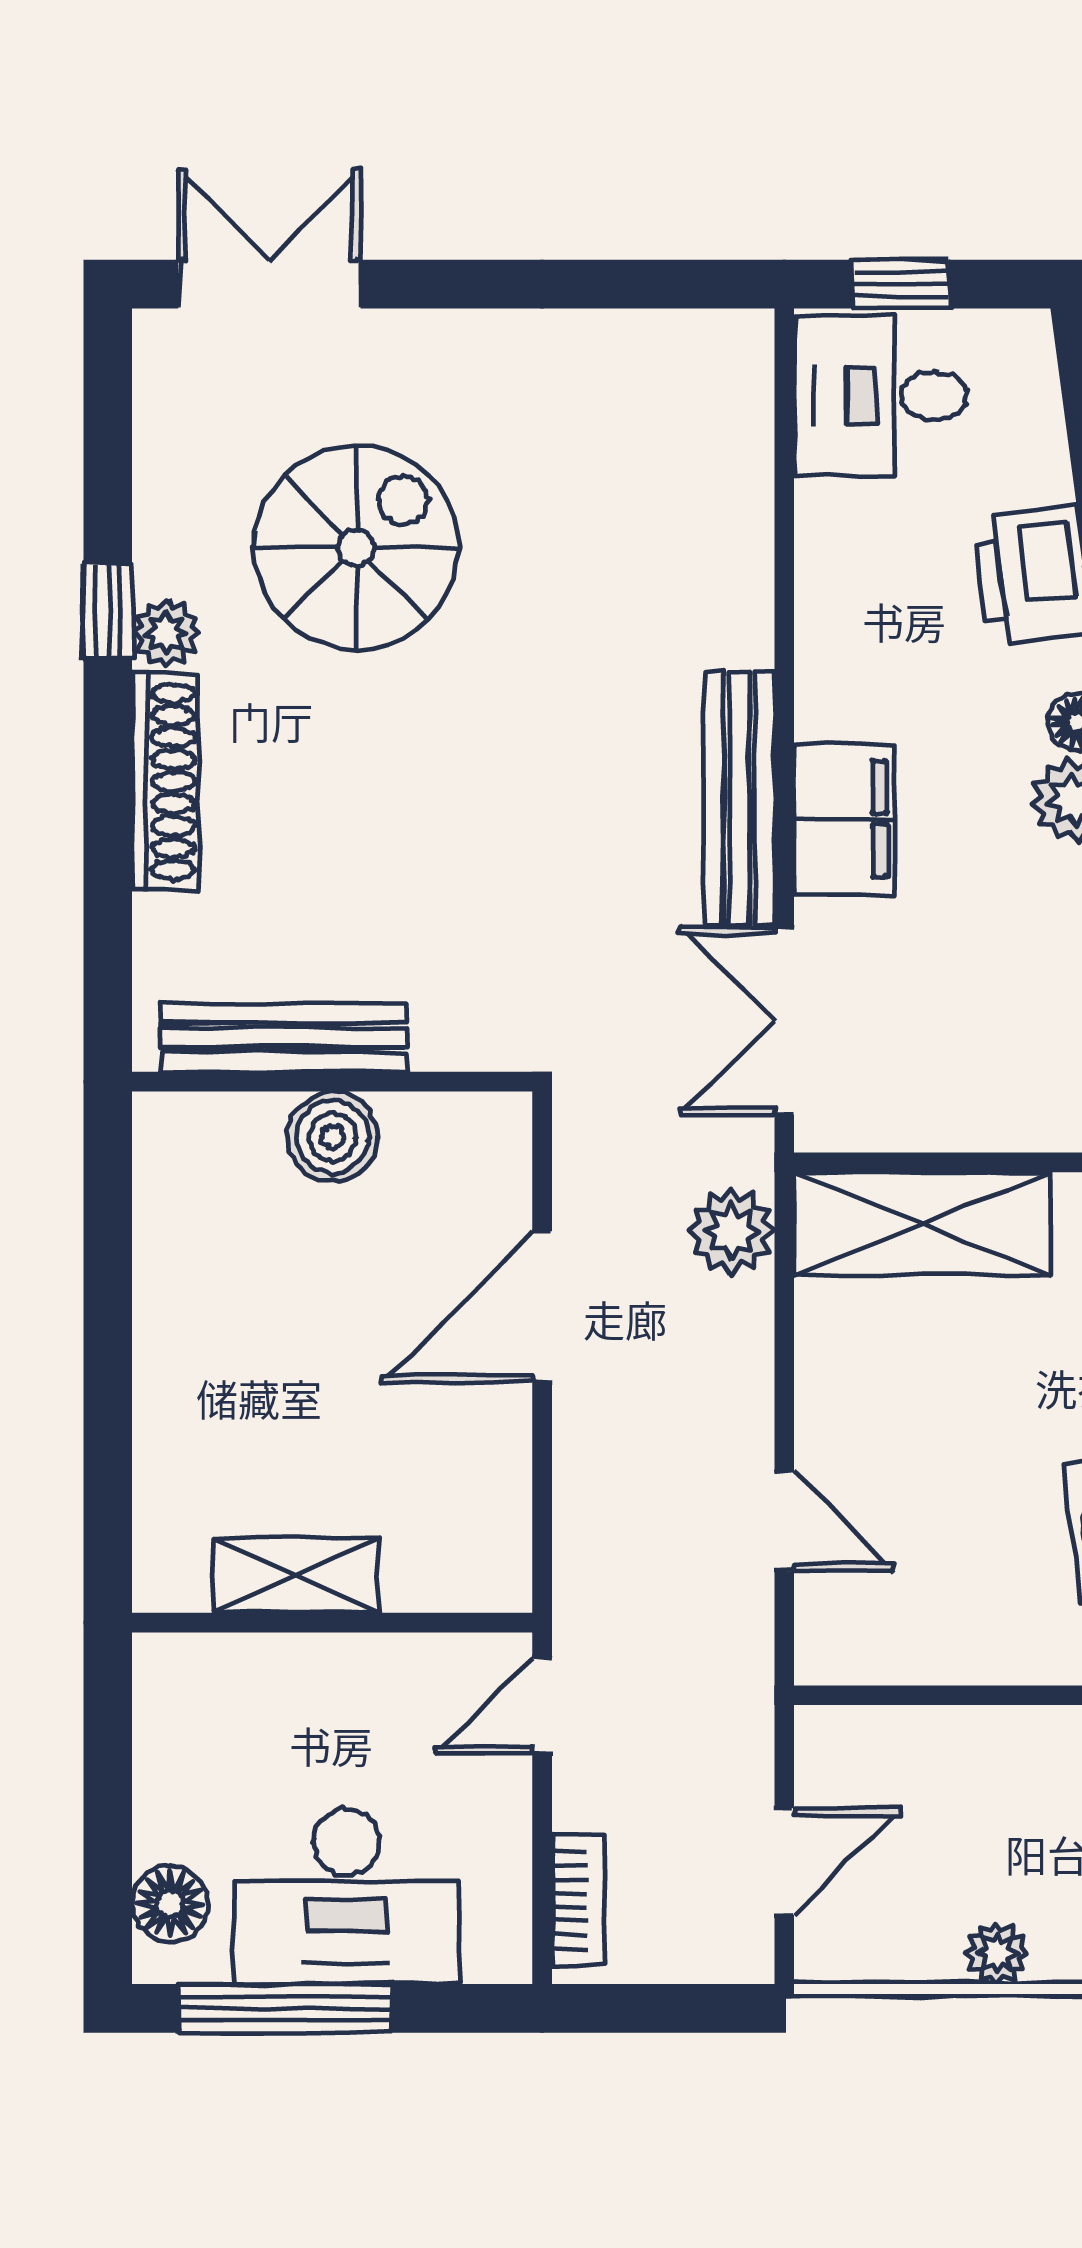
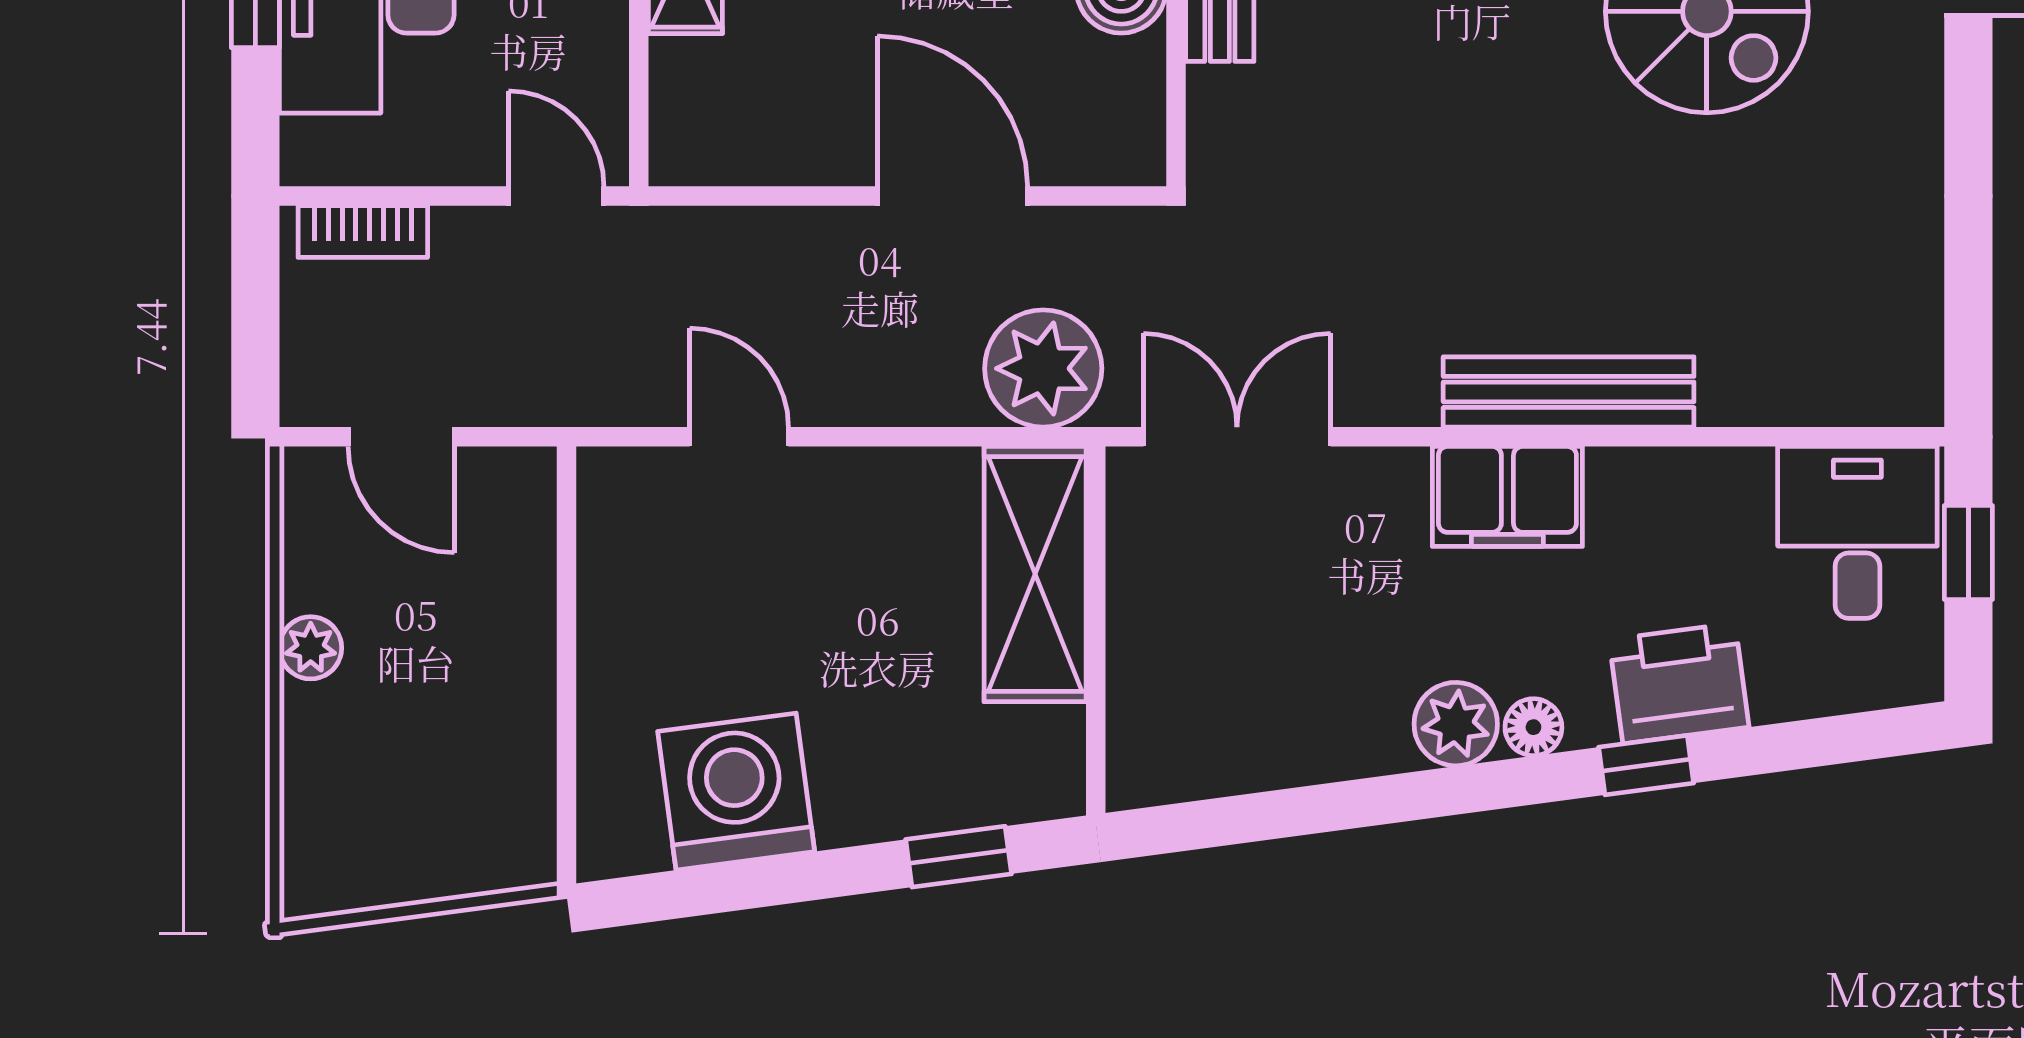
bench: (739, 798) -> (1569, 392), moved
filing cabinet: (844, 819) -> (1507, 496), moved
plant: (731, 1231) -> (1043, 368), width x1.36, depth x1.36
door: (784, 1522) -> (739, 437), swing flipped

